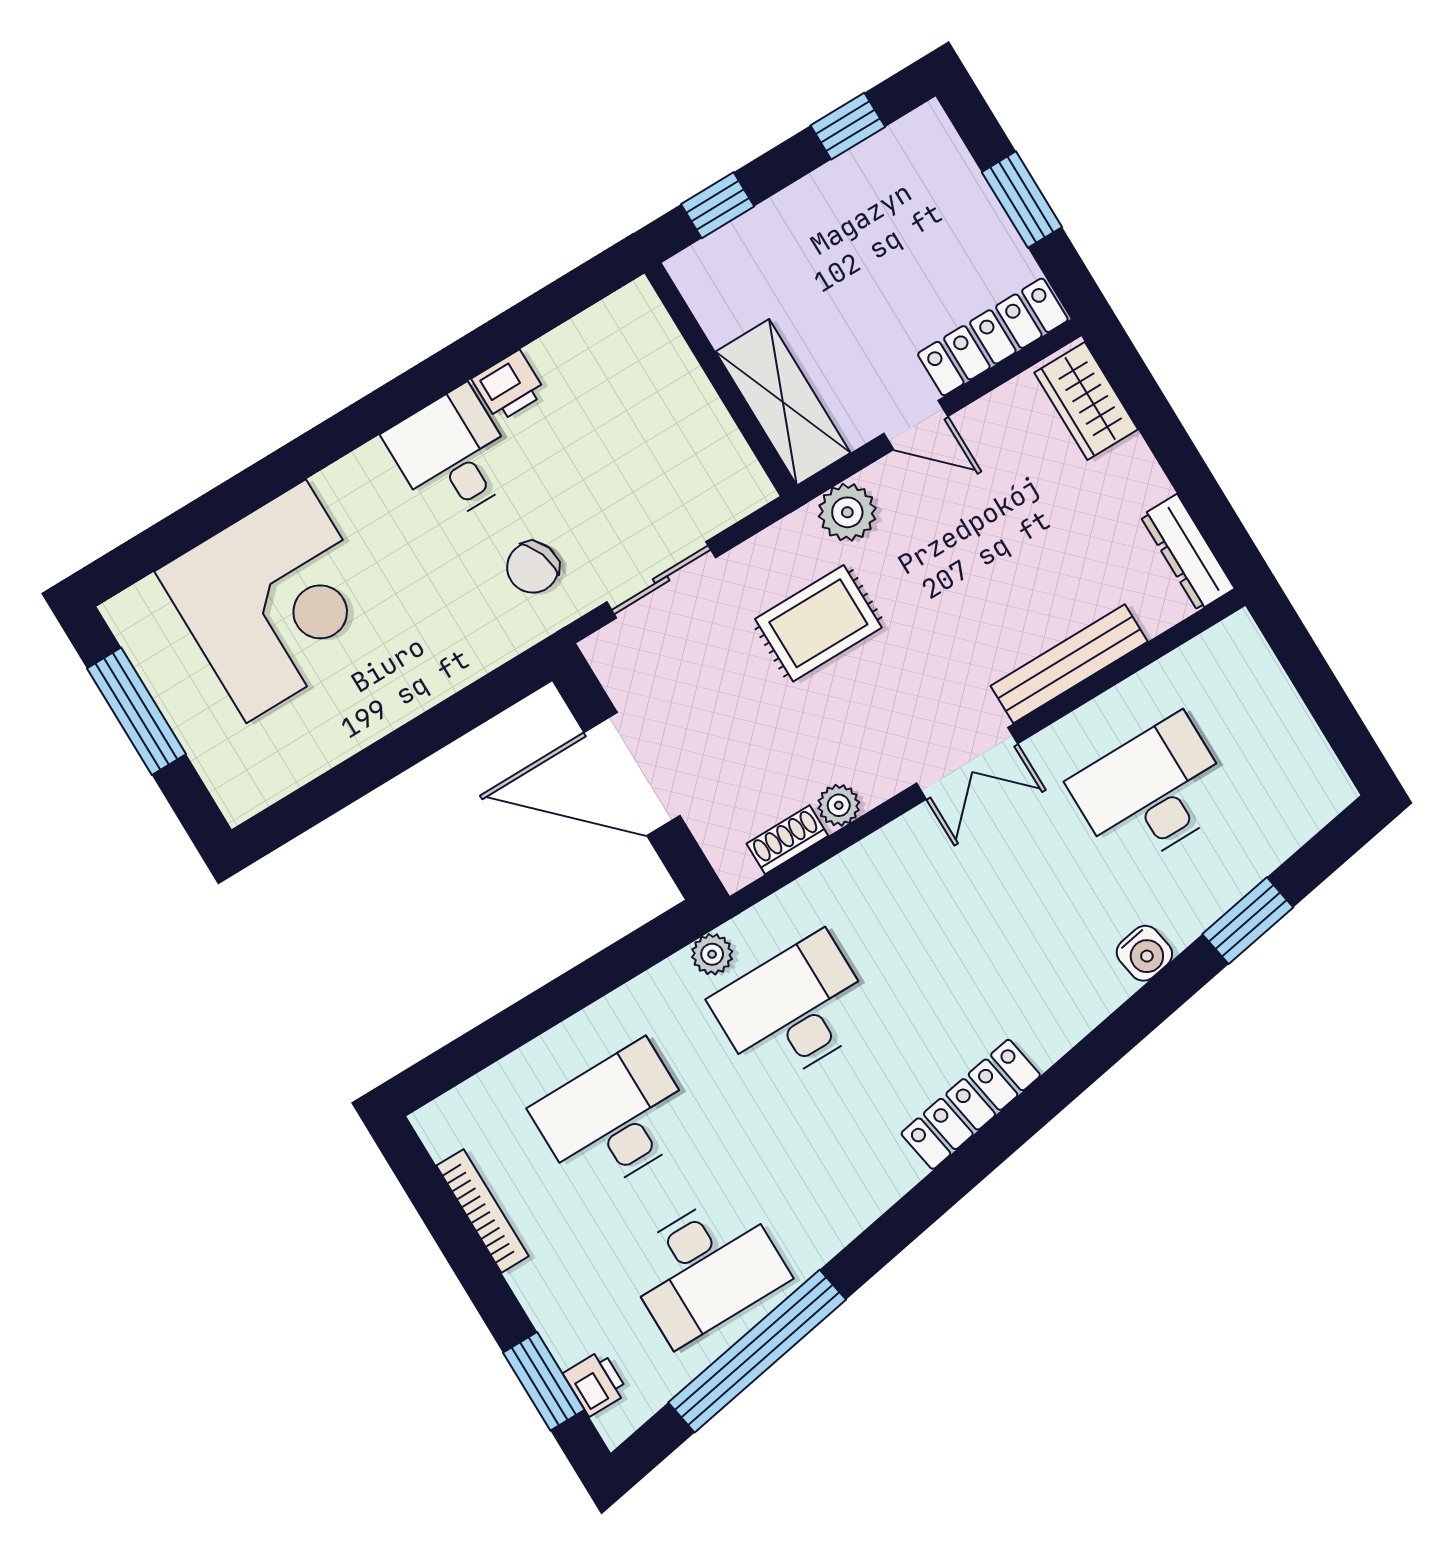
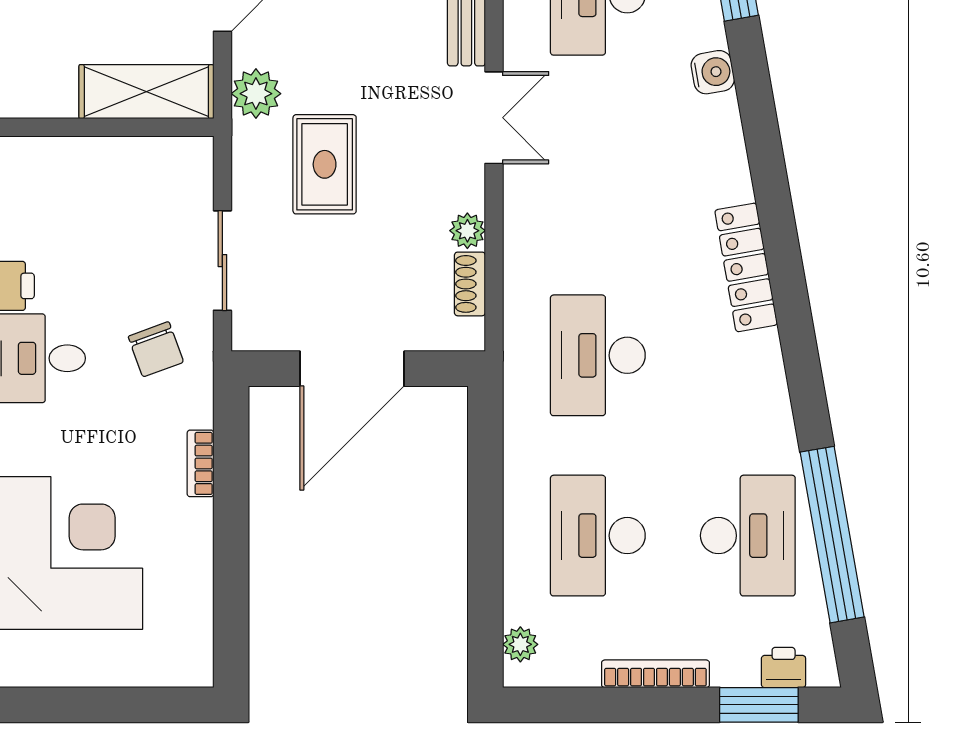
bookcase: (446, 681) -> (200, 463), added
window: (136, 711) -> (85, 705), removed
plant: (712, 954) -> (520, 644), moved
bookcase: (483, 1211) -> (655, 674), moved

